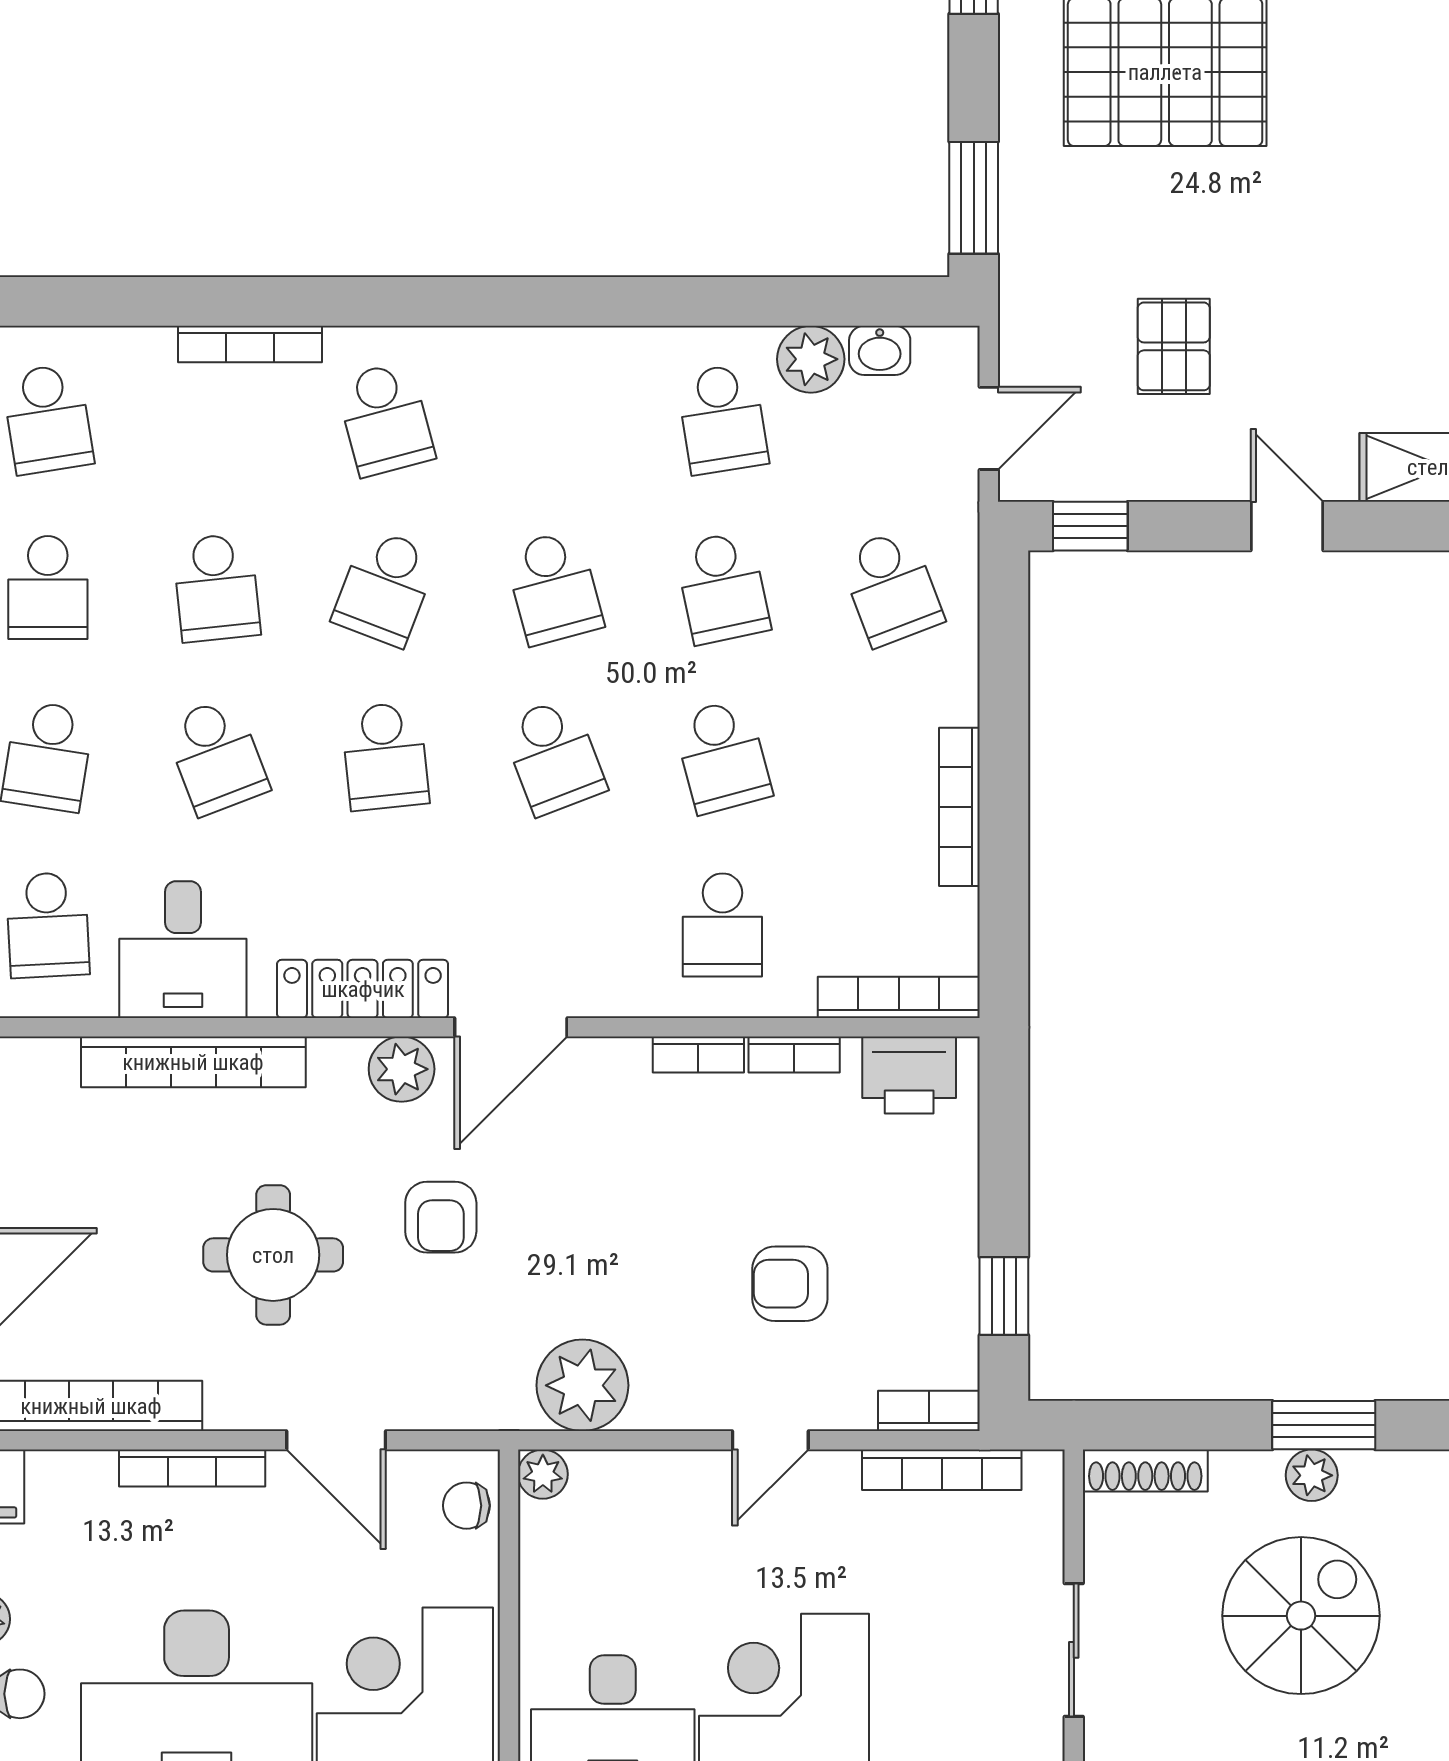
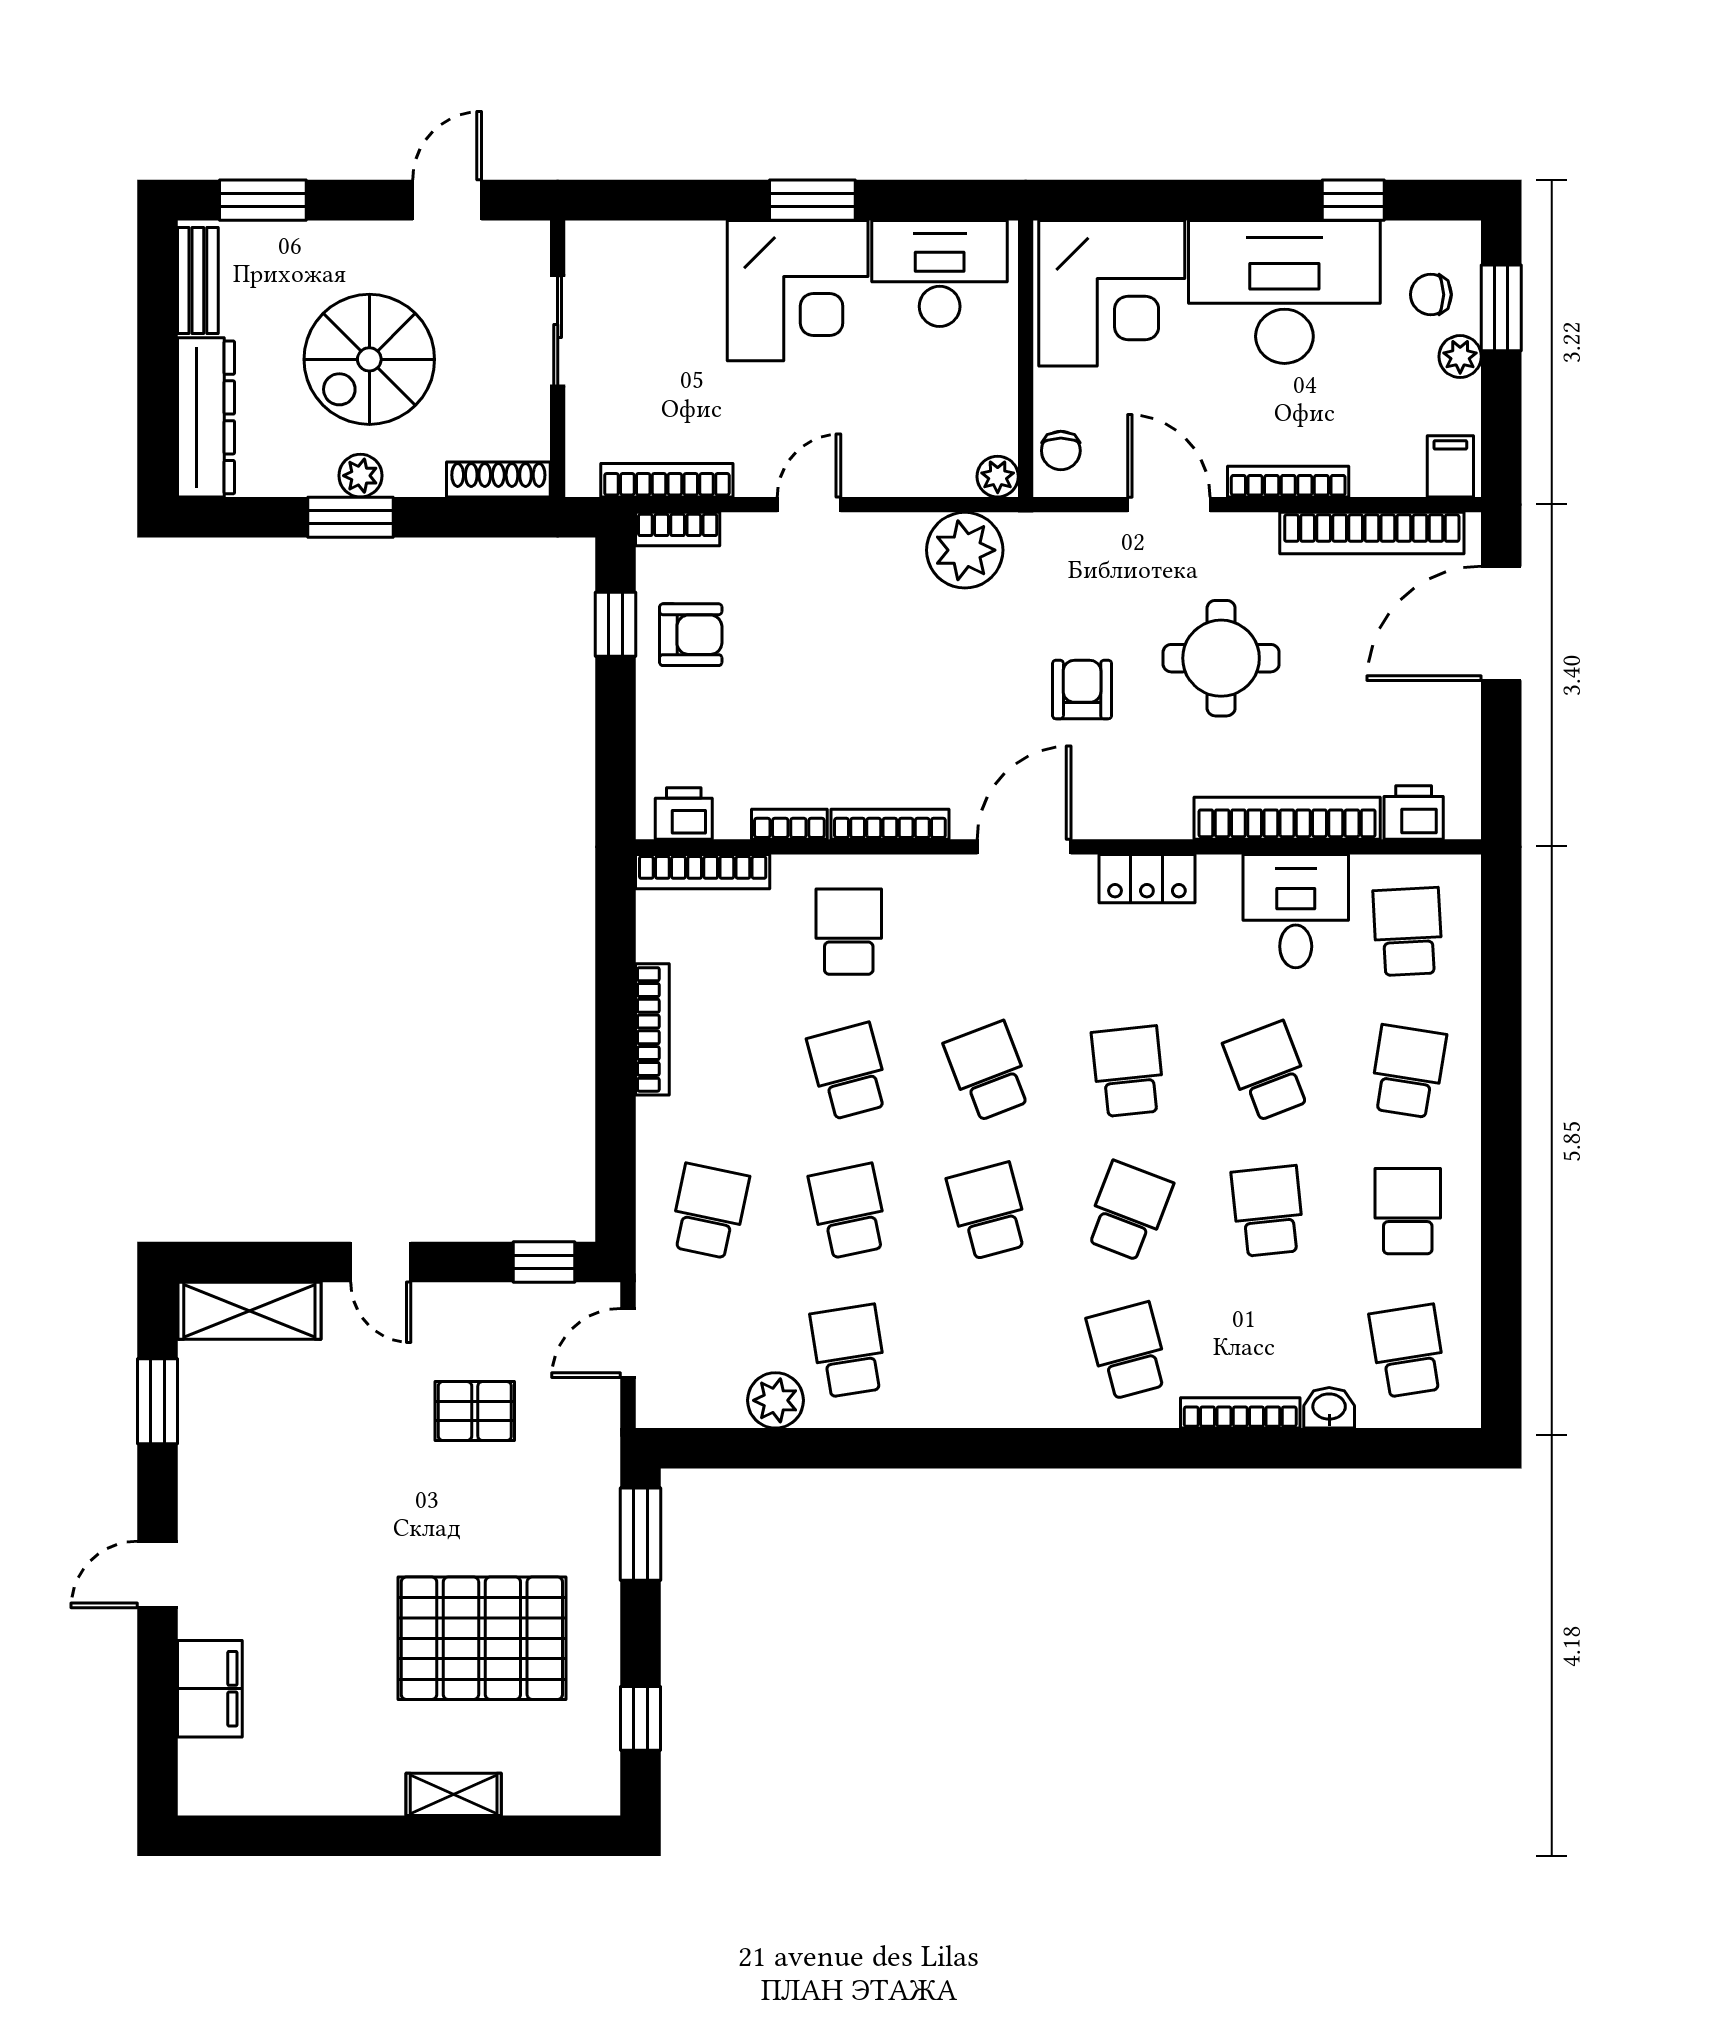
pallet: (1174, 346) -> (475, 1411), turned 90
washbasin: (880, 350) -> (1329, 1408), moved
school desk: (891, 588) -> (709, 1211), turned 33
locker: (363, 989) -> (1147, 879), width x0.66
bookcase: (698, 1055) -> (890, 824), width x1.56
printer: (41, 1069) -> (1414, 812), added
plant: (402, 1069) -> (1115, 812), removed
printer: (909, 1075) -> (684, 814), width x0.73, depth x0.81
armchair: (790, 1284) -> (691, 635), moved
chair: (466, 1506) -> (1061, 451), turned 90

